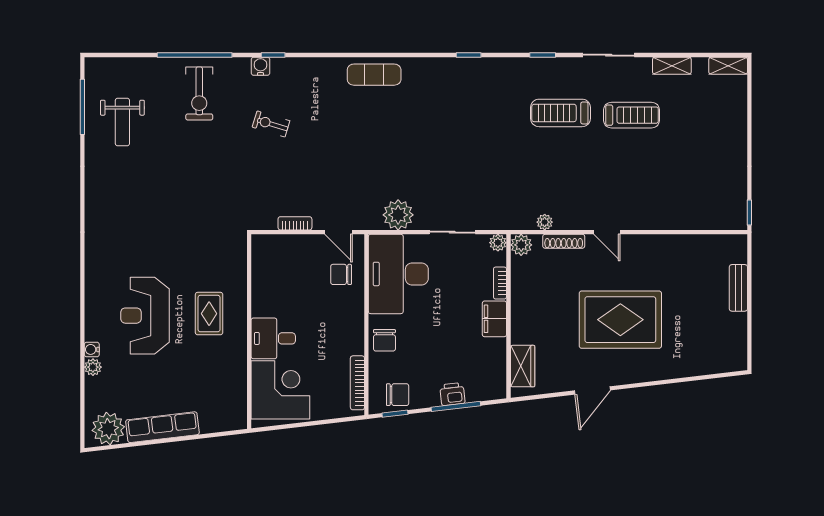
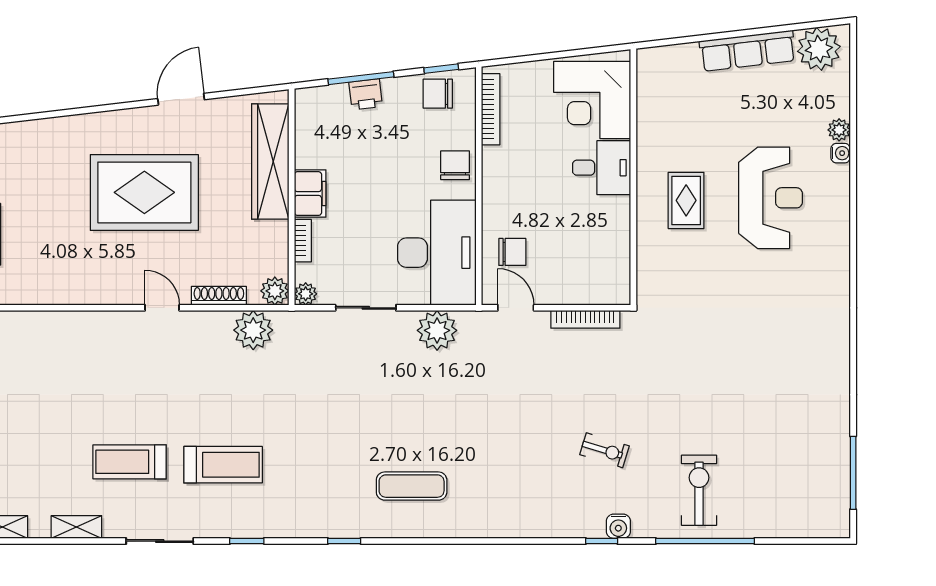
exercise mat: (374, 75) -> (412, 486), moved
weight bench: (122, 122) -> (800, 453), removed
plant: (545, 222) -> (253, 330), width x1.88, depth x1.88
bookcase: (295, 223) -> (585, 319), width x1.56
wardrobe: (523, 366) -> (270, 162), width x2.10, depth x1.17

